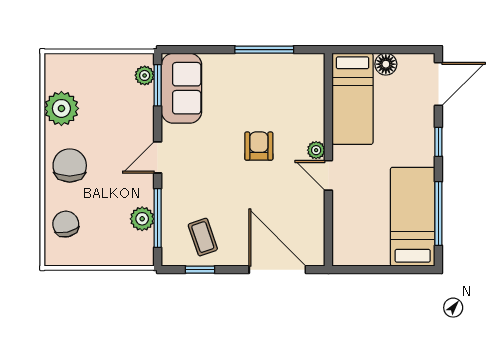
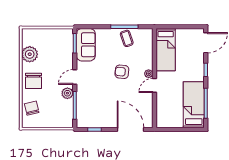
floor lamp: (386, 64) -> (181, 33), removed
plant: (145, 75) -> (69, 39), removed
armchair: (259, 146) -> (122, 72), turned -85
chair: (70, 165) -> (34, 81), turned 180
door: (328, 175) -> (154, 85), hinge flipped
plant: (142, 219) -> (67, 93), moved
coffee table: (203, 237) -> (127, 38), moved

